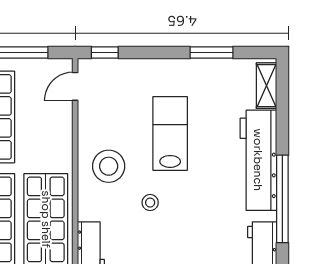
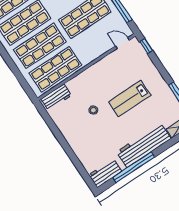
lab bench: (170, 133) -> (130, 99), turned 180
stool: (109, 166) -> (97, 81), removed

